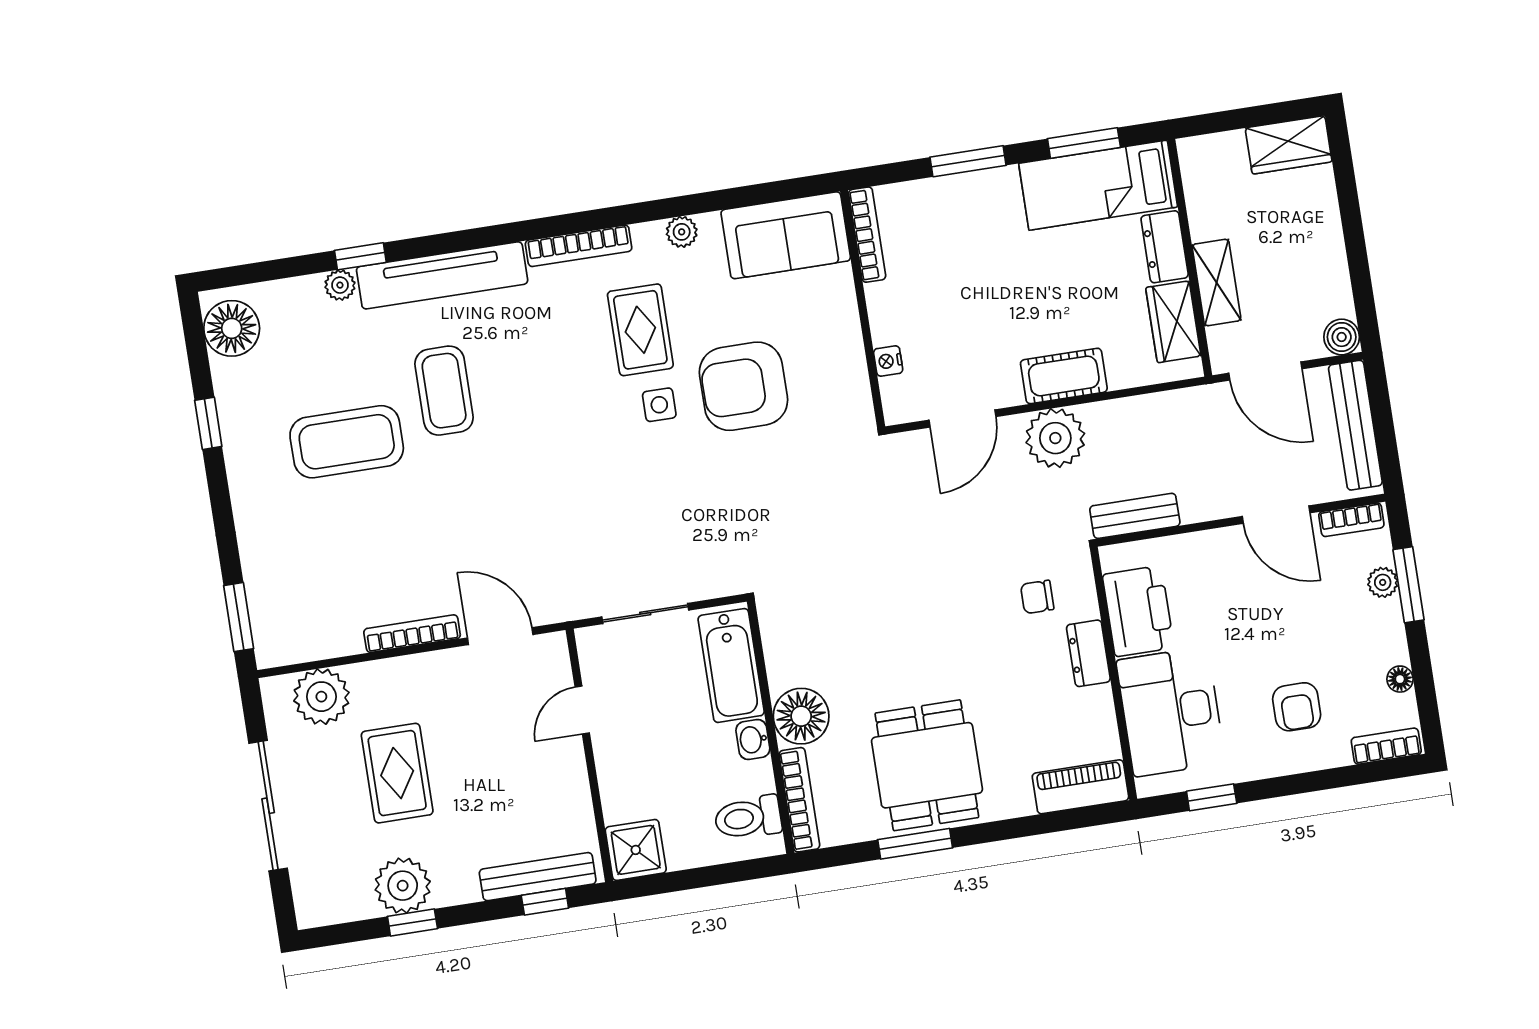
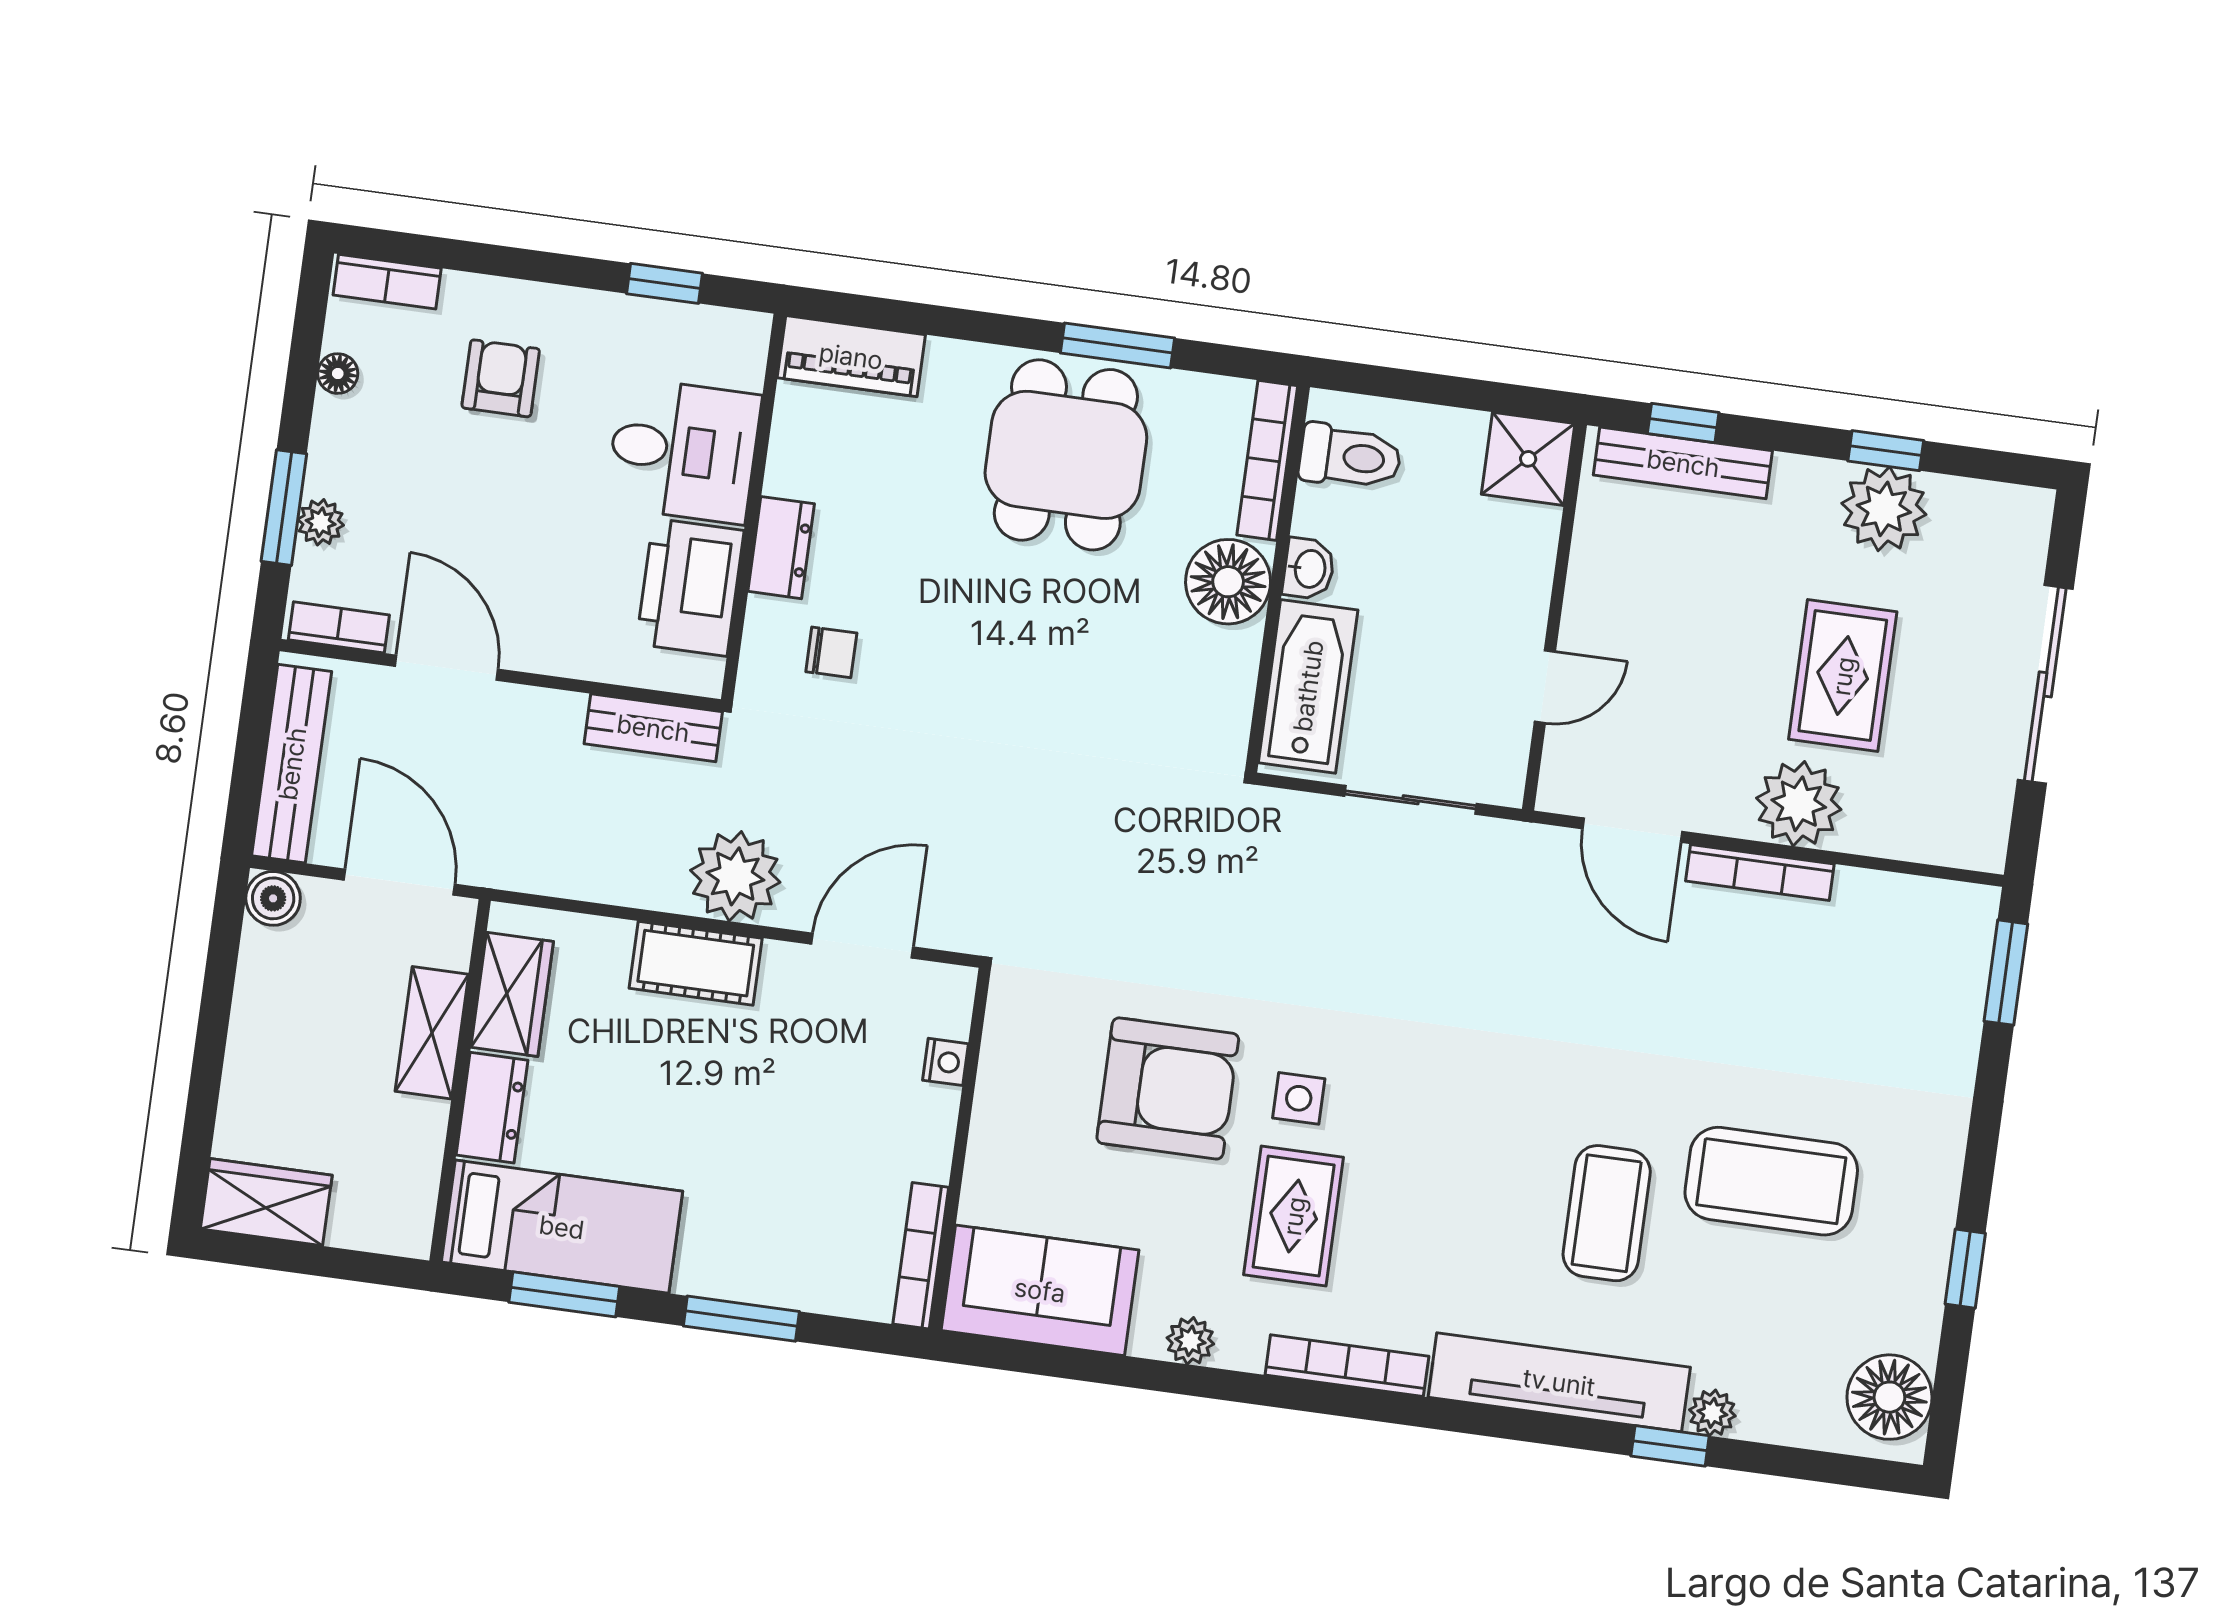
plant: (321, 697) -> (1799, 804), moved
desk: (1171, 712) -> (683, 451), width x0.73

